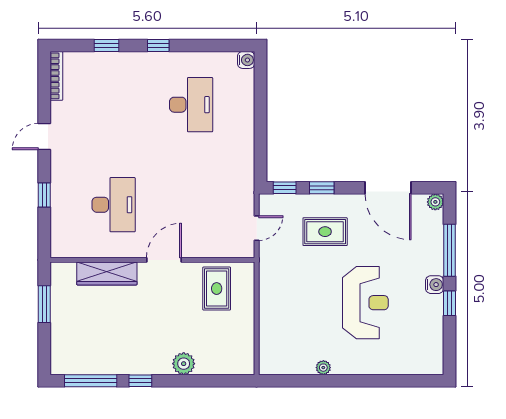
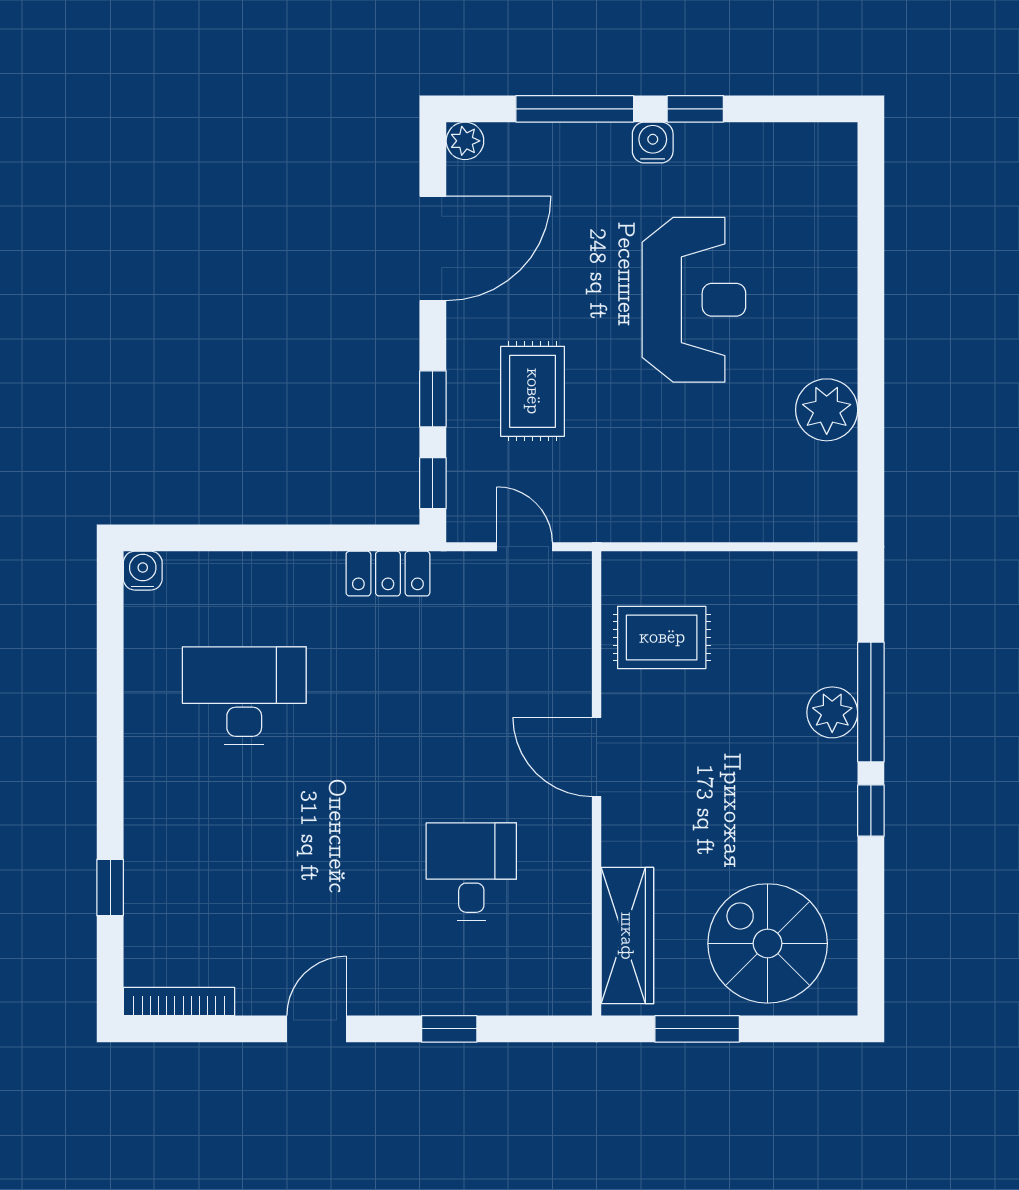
window: (158, 46) -> (110, 770), removed
door: (44, 137) -> (317, 1029), swing flipped
locker: (245, 168) -> (388, 574), added
desk: (114, 205) -> (471, 871), width x0.73
wardrobe: (107, 273) -> (627, 936), moved
reception desk: (365, 303) -> (694, 300), turned 90
spiral stairs: (82, 335) -> (768, 943), added
plant: (323, 368) -> (827, 410), width x1.87, depth x1.87
window: (91, 381) -> (871, 702), moved

